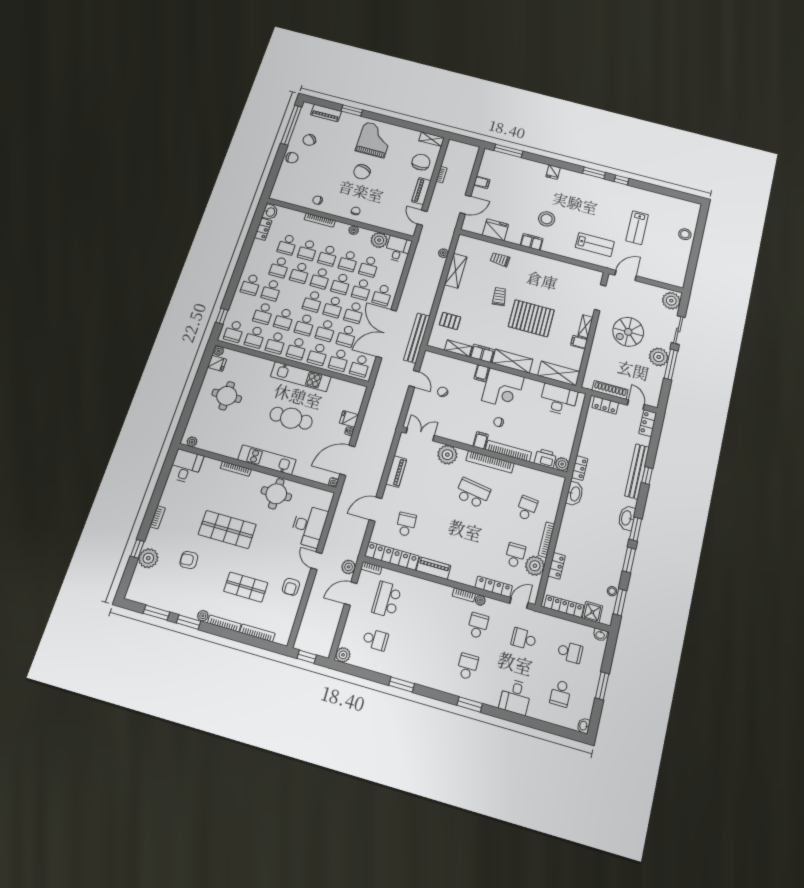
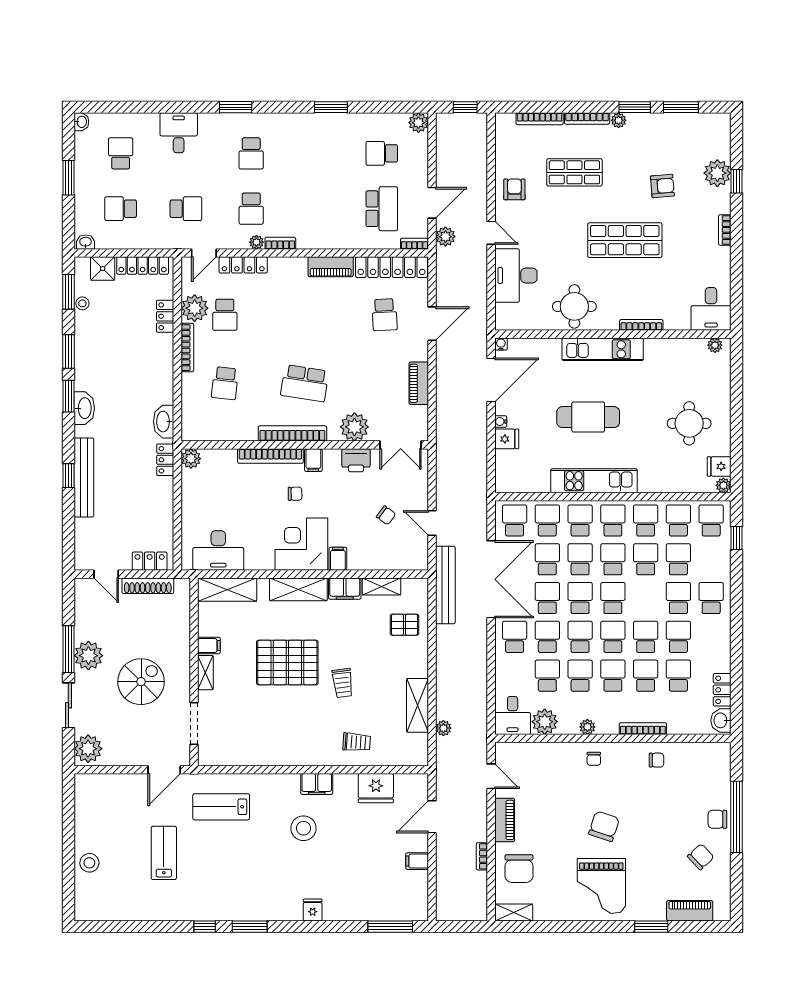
window: (291, 125) -> (737, 817), moved
locker: (648, 423) -> (83, 552), removed
printer: (545, 458) -> (356, 460), moved

